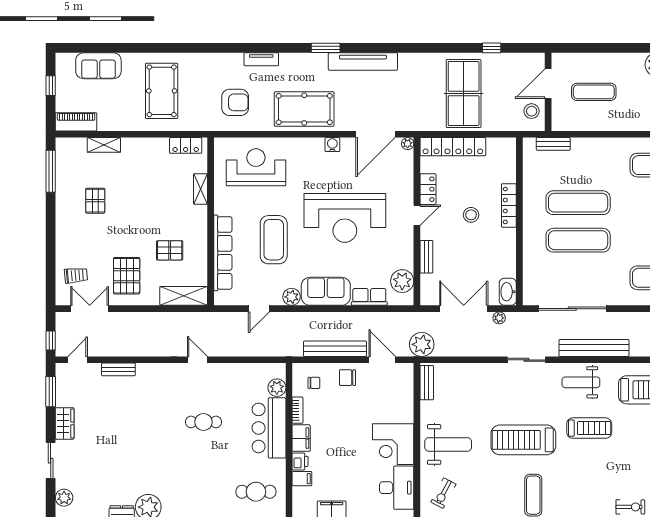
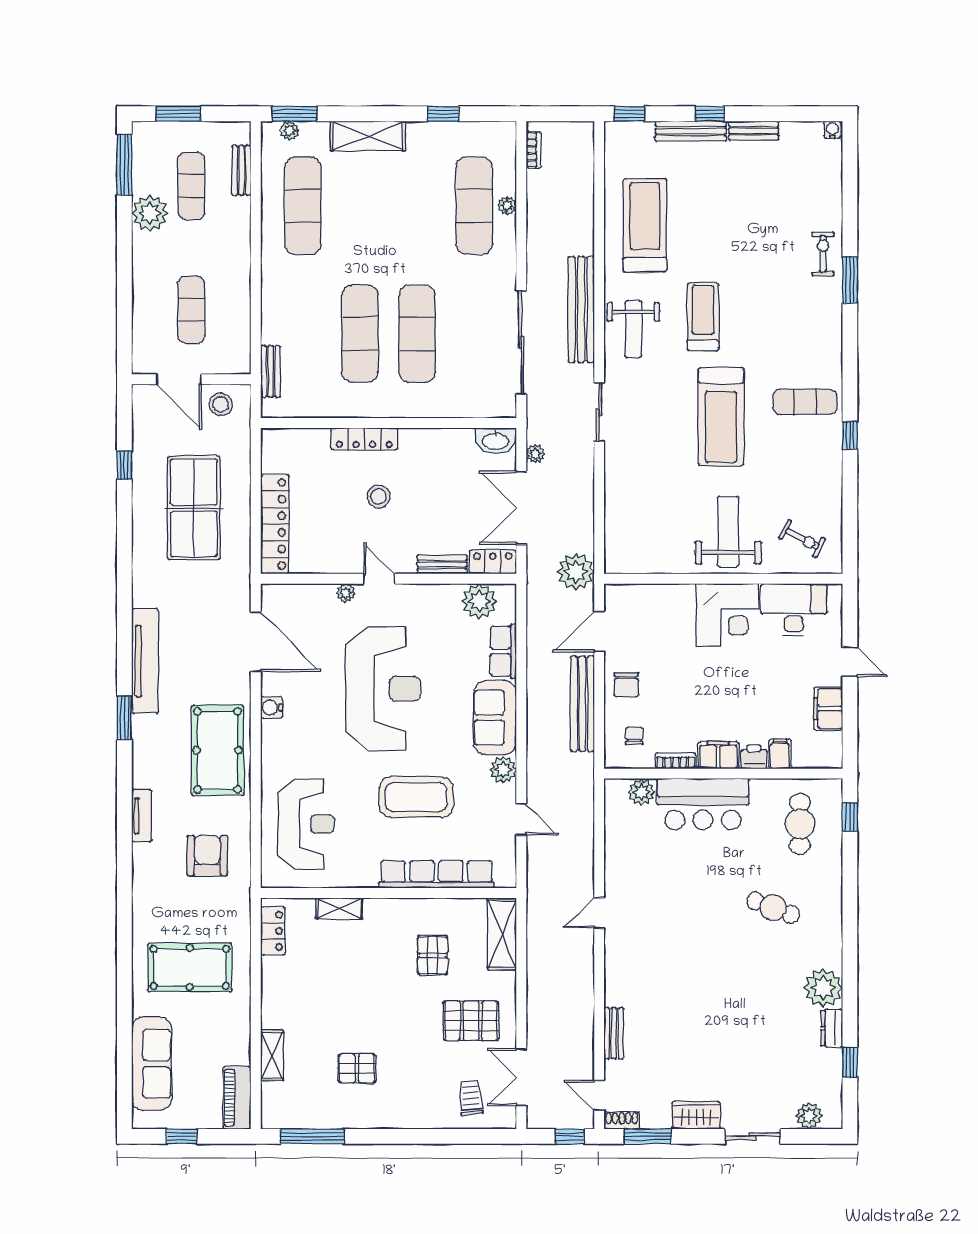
sofa: (98, 66) -> (152, 1064), width x1.36
table tennis table: (464, 93) -> (194, 508), turned 90
plant: (408, 144) -> (346, 593), moved
reception desk: (256, 167) -> (306, 824), turned 180
locker: (428, 189) -> (493, 562), moved
shoe rack: (61, 375) -> (622, 1120), added
bench: (427, 383) -> (634, 564), removed
cafe table: (204, 422) -> (773, 908), moved, turned -69

